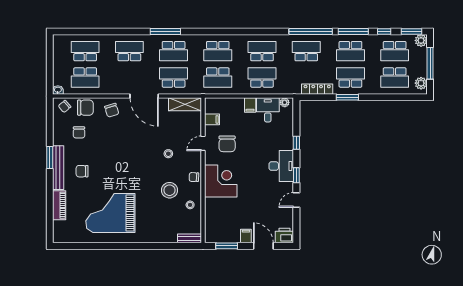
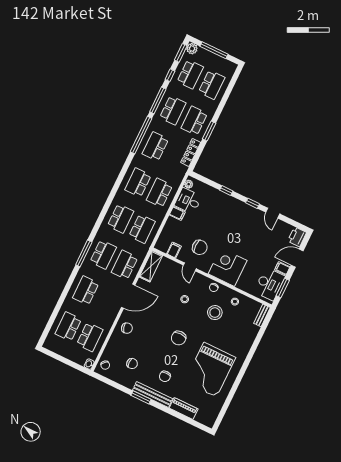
plant: (421, 83) -> (227, 65), removed
chair: (85, 108) -> (179, 338), moved, turned 180
desk: (281, 166) -> (269, 284), moved, turned 90

